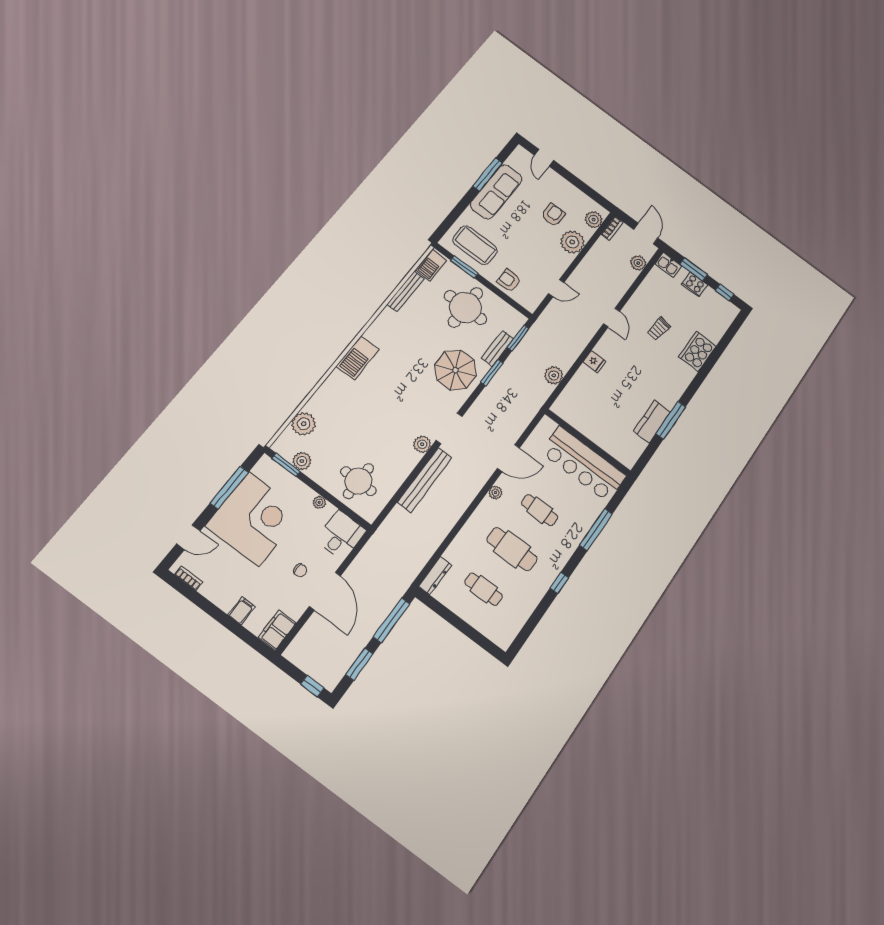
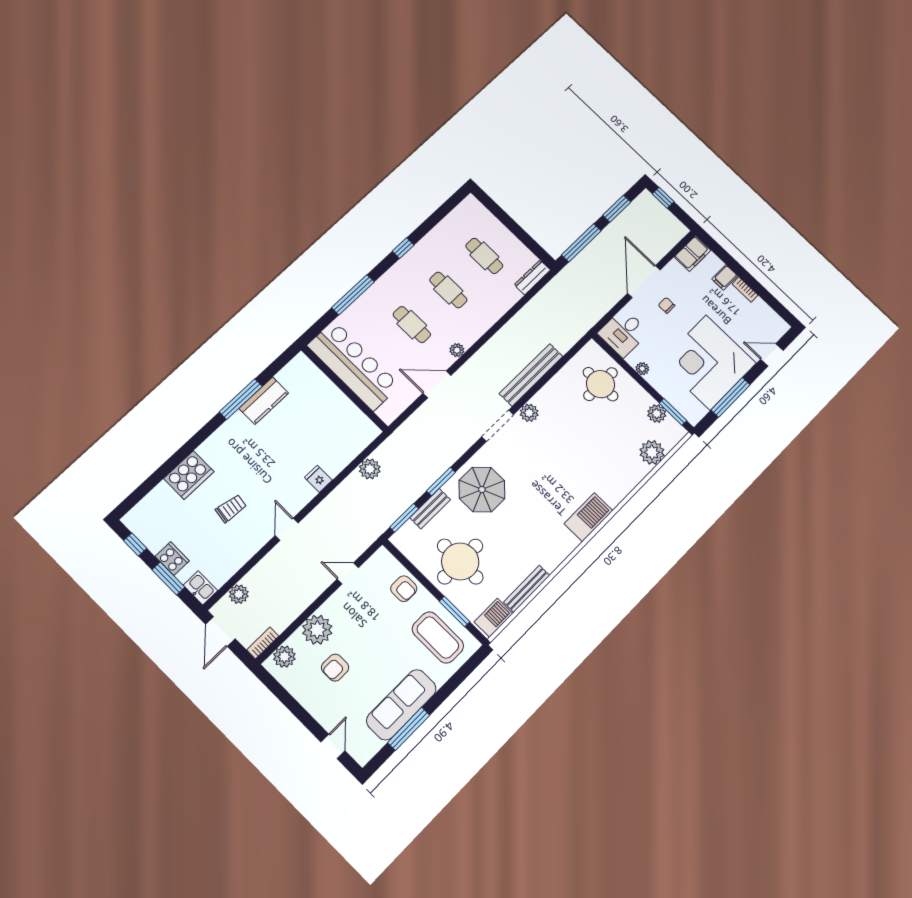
cafe table: (512, 549) -> (448, 290), width x0.73, depth x0.74
bookcase: (189, 578) -> (745, 289), moved

